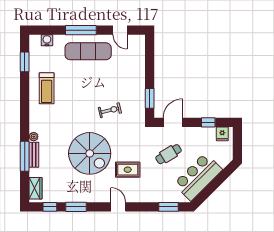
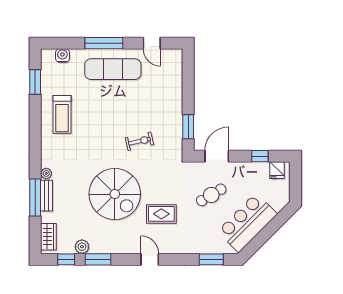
plant: (63, 196) -> (82, 247), added

